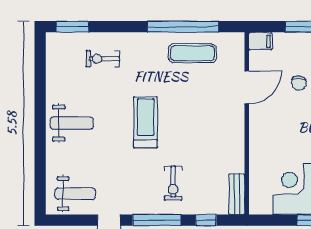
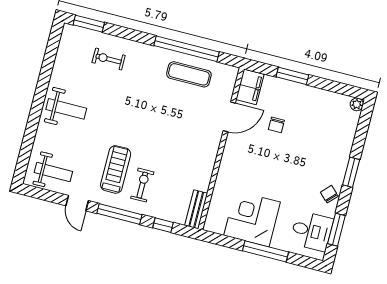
filing cabinet: (261, 41) -> (250, 87), width x2.00
treadmill: (146, 122) -> (116, 169), moved
exercise bike: (173, 183) -> (142, 185), turned 180

